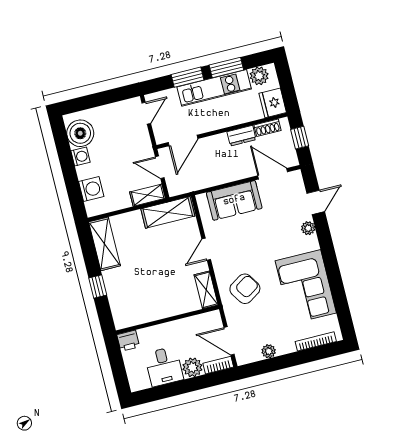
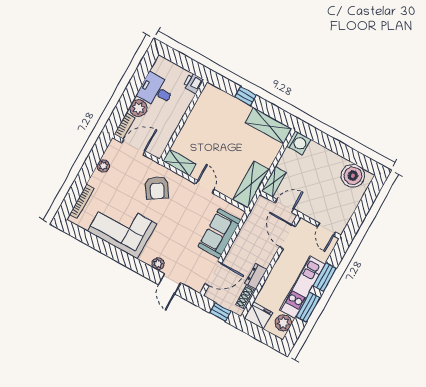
washing machine: (81, 157) -> (338, 162), removed
washing machine: (91, 189) -> (299, 143), moved, turned -90

